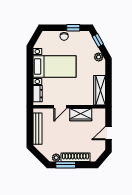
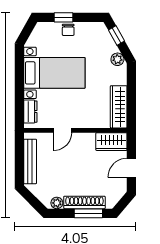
window: (73, 28) -> (64, 17), moved
wardrobe: (81, 115) -> (111, 142), moved
window: (66, 165) -> (88, 213), moved

